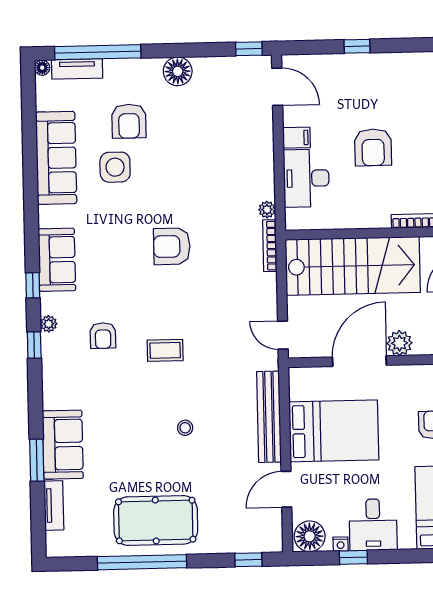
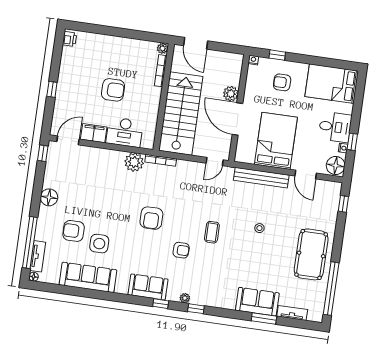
armchair: (129, 121) -> (74, 231), turned 180
filing cabinet: (296, 138) -> (94, 133), width x2.00
plant: (267, 210) -> (134, 162), width x1.88, depth x1.88
armchair: (103, 336) -> (181, 250), moved
window: (142, 562) -> (331, 289), moved

